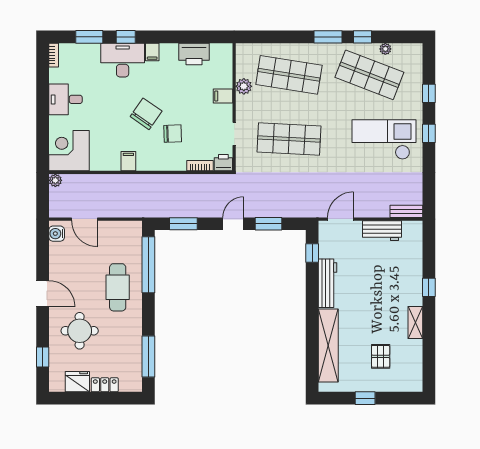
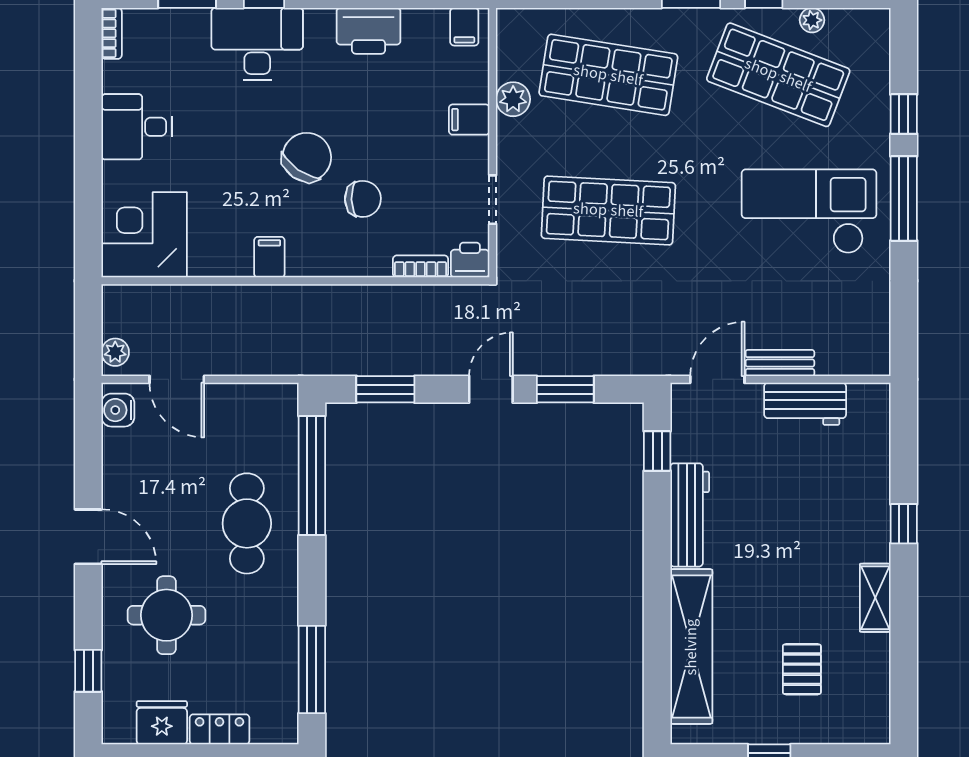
filing cabinet: (152, 52) -> (464, 27), moved
printer: (194, 54) -> (369, 31), moved
window: (429, 133) -> (904, 198), width x2.17
plant: (55, 180) -> (115, 352), moved
bench: (406, 211) -> (780, 363), moved

